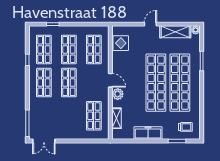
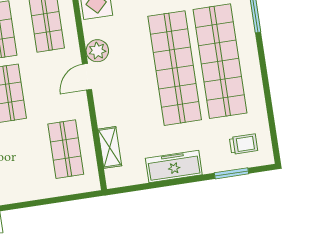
door: (110, 80) -> (87, 77), swing flipped
plant: (118, 94) -> (97, 51), moved

